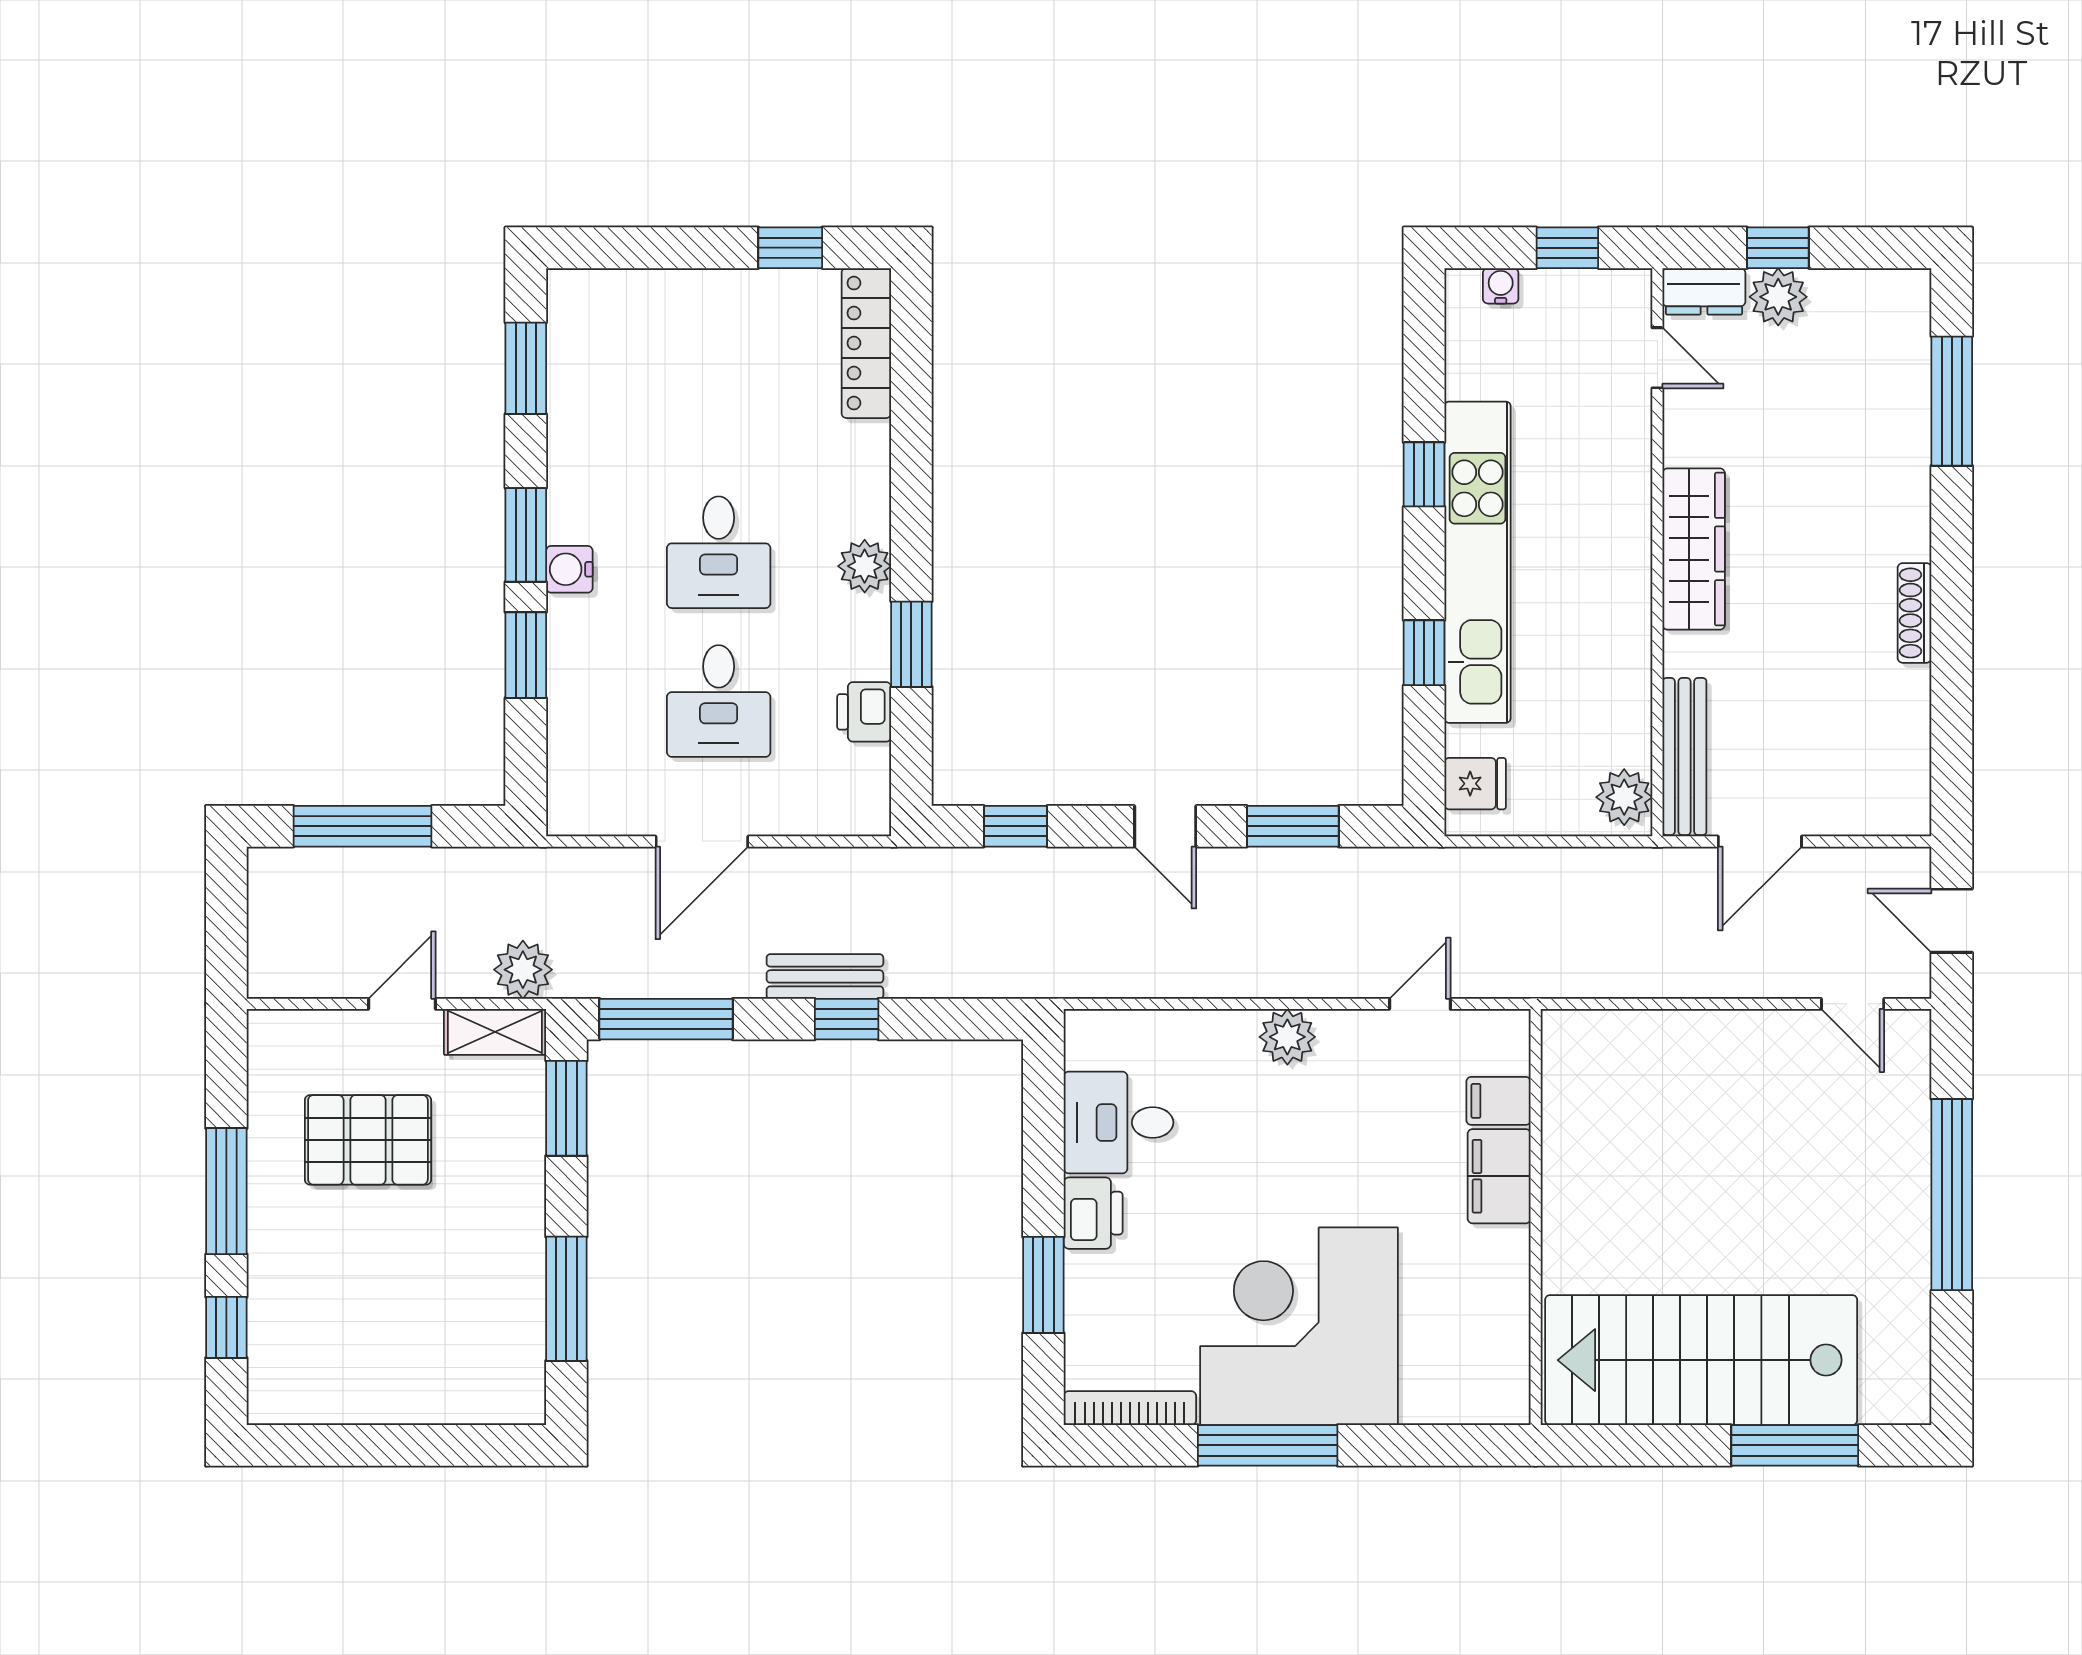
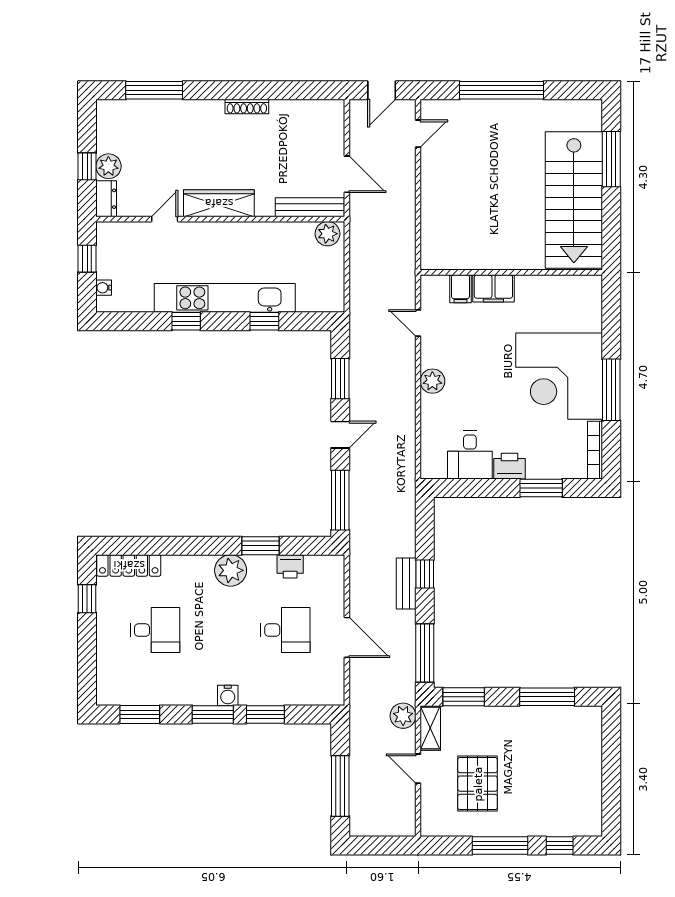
door: (1657, 358) -> (165, 219), moved
desk: (719, 552) -> (155, 630), moved
plant: (865, 566) -> (231, 570), width x1.36, depth x1.36
fridge: (1475, 784) -> (322, 299), removed
window: (1015, 826) -> (340, 500), width x2.17

